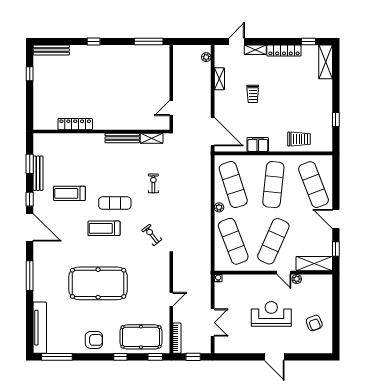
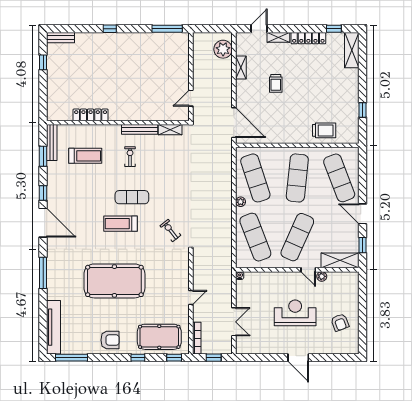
bench: (51, 50) -> (61, 38), width x0.73
plant: (206, 57) -> (223, 49), width x1.88, depth x1.88
filing cabinet: (258, 144) -> (281, 136), removed
bench: (38, 173) -> (52, 142), moved
exercise bike: (153, 183) -> (130, 157), moved
treadmill: (69, 193) -> (85, 156), moved, turned 180

